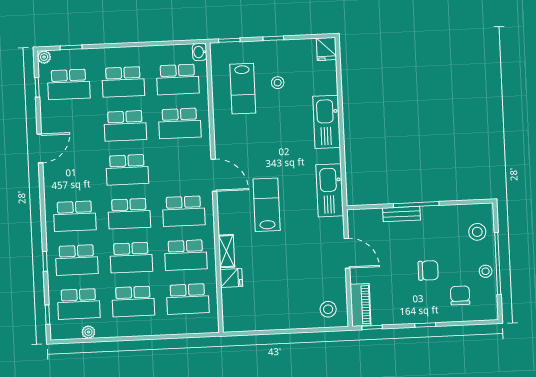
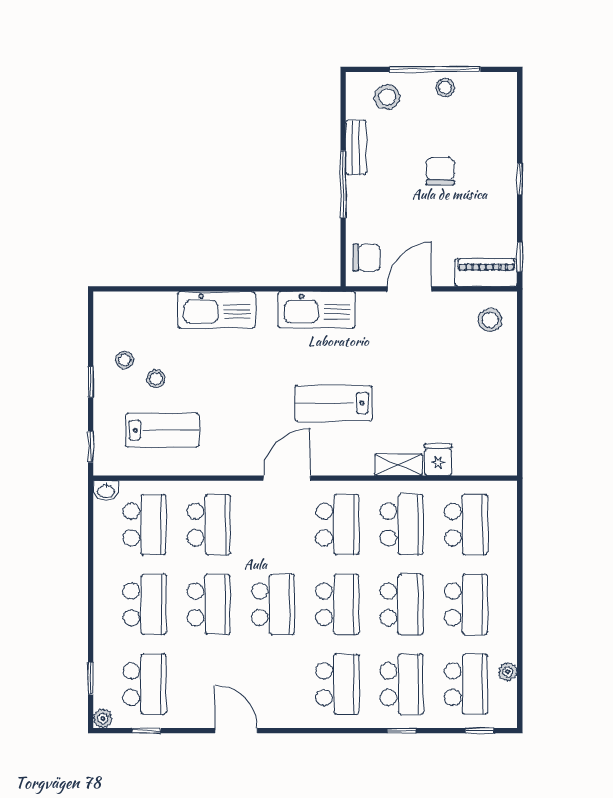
fridge: (326, 49) -> (110, 305), removed
stool: (289, 61) -> (125, 360), added
bench: (402, 214) -> (356, 147), moved
chair: (460, 295) -> (367, 258), moved, turned 180

